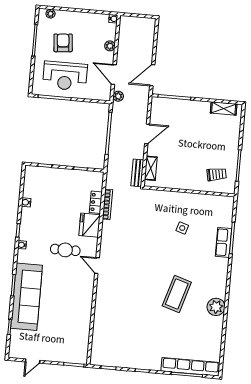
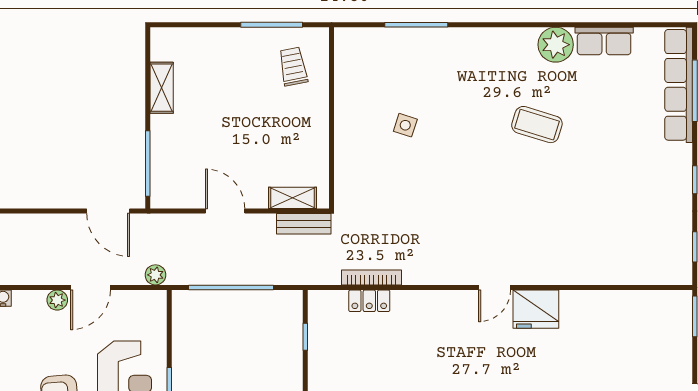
door: (114, 74) -> (90, 287), moved
shelving: (224, 109) -> (162, 88), moved
fridge: (90, 225) -> (536, 309), moved
row of seats: (224, 242) -> (604, 41), moved
cafe table: (65, 250) -> (469, 353), removed
coffee table: (177, 294) -> (537, 125), width x0.73, depth x0.76

